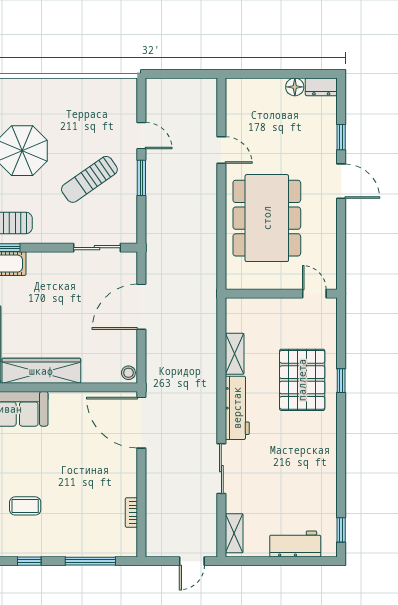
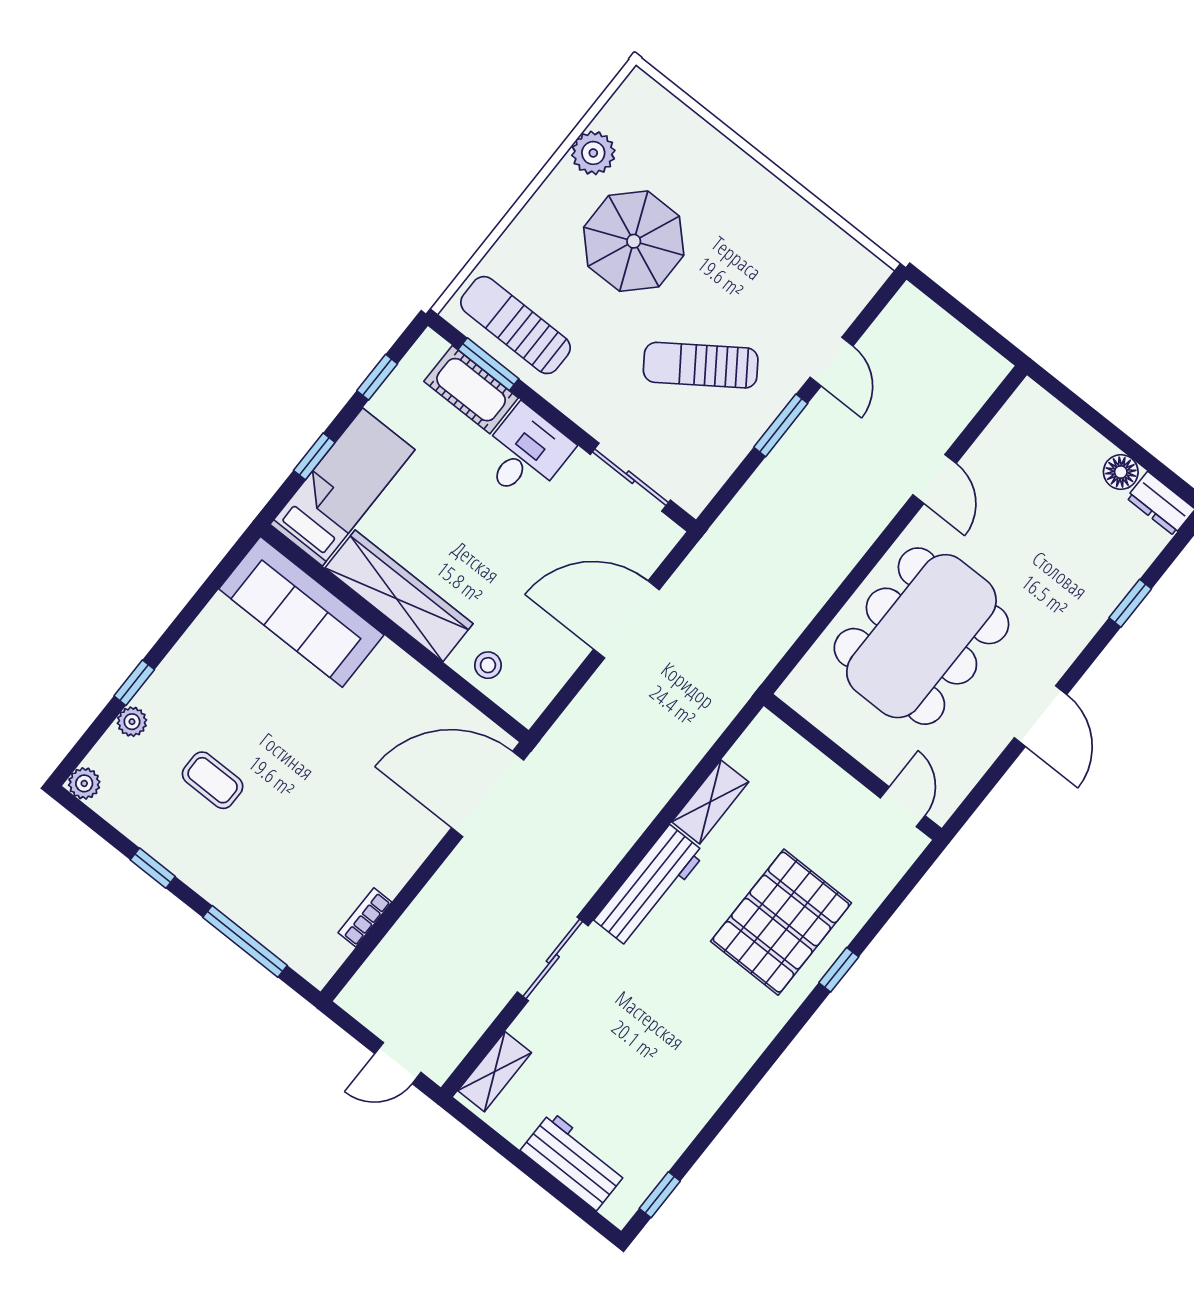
door: (341, 181) -> (1041, 716), moved
desk: (46, 272) -> (525, 453), added
stool: (128, 373) -> (488, 665), moved
door: (141, 423) -> (488, 794), hinge flipped

